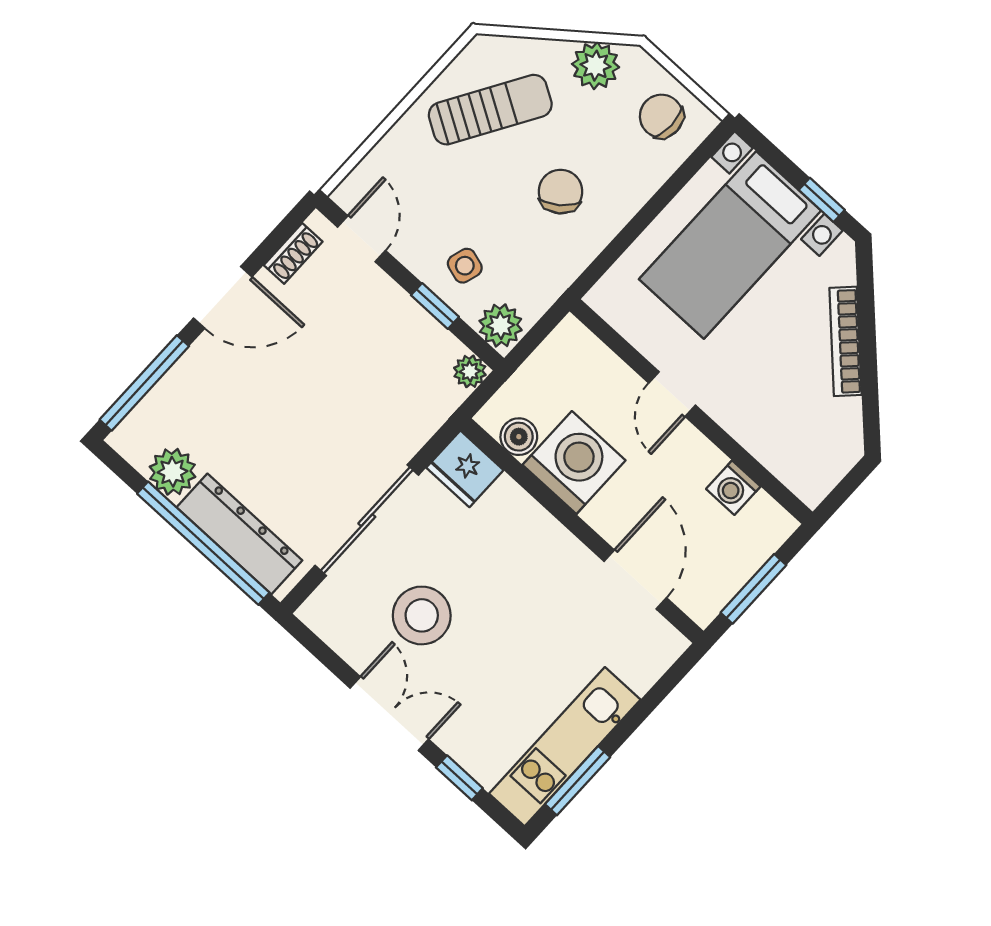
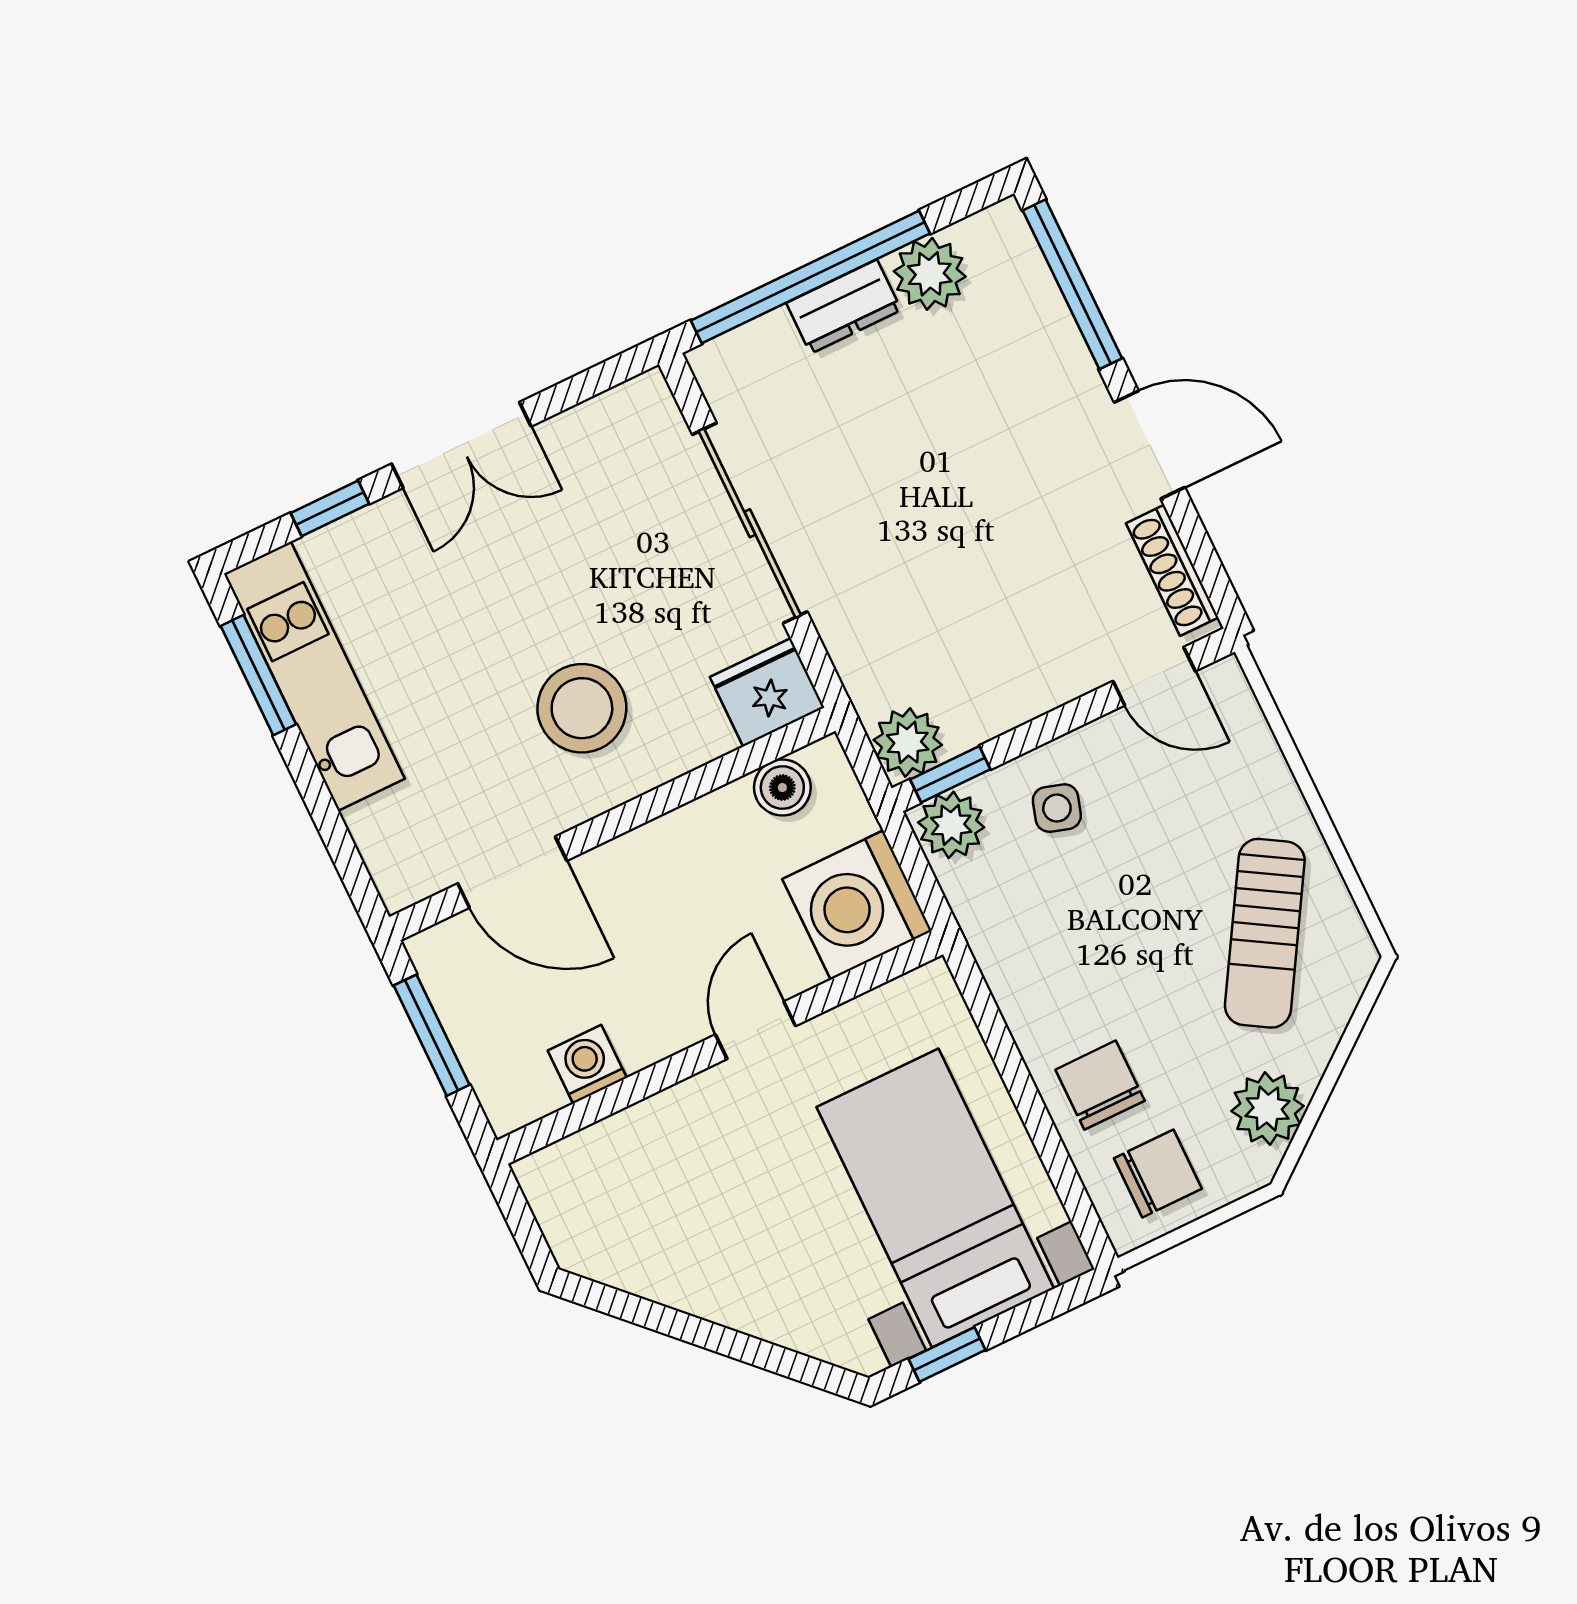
chair: (560, 192) -> (1100, 1085), moved, turned -142
shoe rack: (293, 253) -> (1172, 570), width x1.43
door: (223, 297) -> (1150, 445), swing flipped
window: (435, 306) -> (950, 774), moved
bookcase: (845, 341) -> (732, 1308), removed
plant: (470, 371) -> (908, 742), width x1.38, depth x1.38
door: (672, 394) -> (756, 1030), hinge flipped
washing machine: (574, 463) -> (857, 905), moved, turned 90
dresser: (239, 534) -> (844, 307), width x0.51, depth x0.80
stool: (422, 615) -> (582, 708), moved

